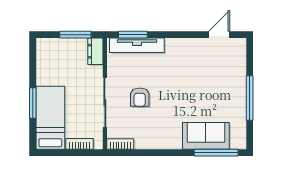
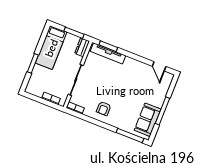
door: (219, 35) -> (159, 66), swing flipped
armchair: (140, 97) -> (104, 108), moved
bed: (50, 118) -> (51, 48), moved, turned 180
sofa: (206, 136) -> (148, 120), moved, turned -90

